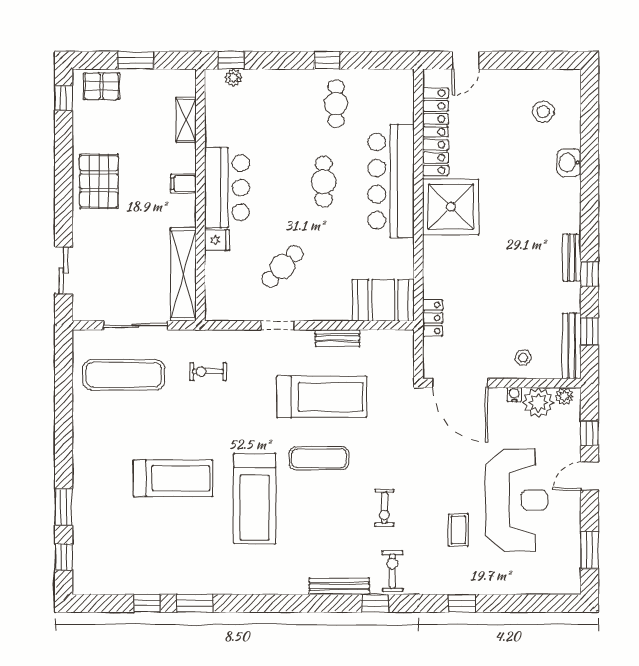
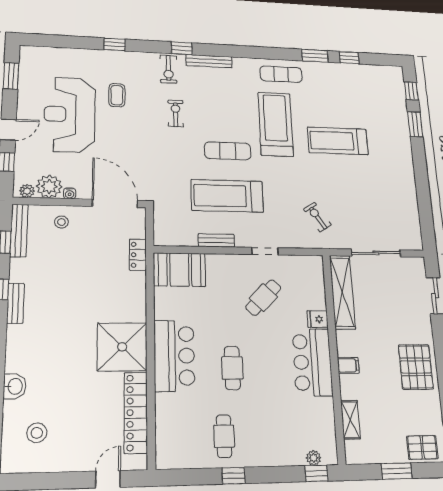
bar counter: (391, 181) -> (174, 356), width x0.73
exercise bike: (208, 372) -> (317, 217), turned -123
exercise mat: (124, 375) -> (281, 74), moved, width x0.73, depth x0.69

